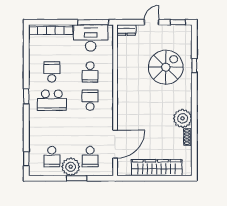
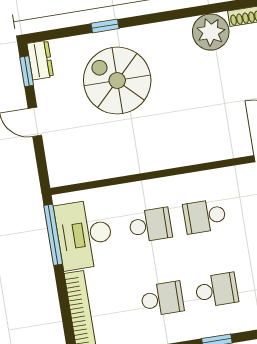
dresser: (126, 30) -> (40, 60), moved
school desk: (52, 72) -> (162, 299), turned 180
school desk: (52, 100) -> (217, 290), width x0.54

